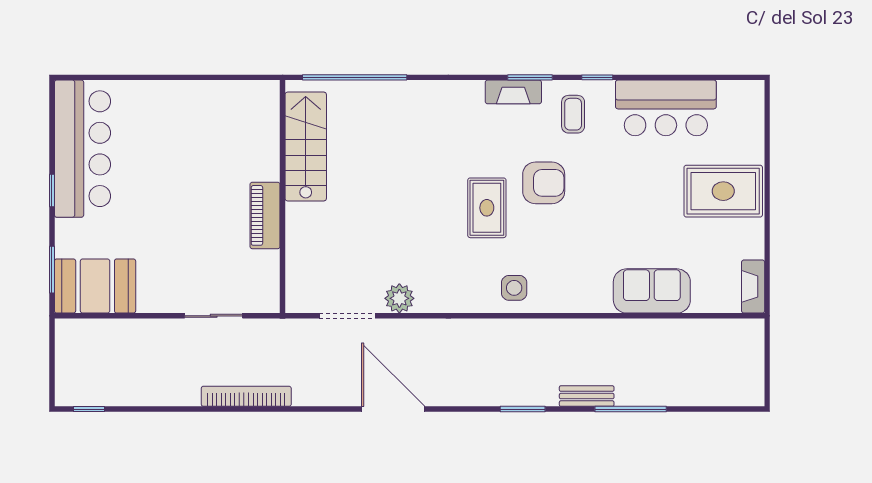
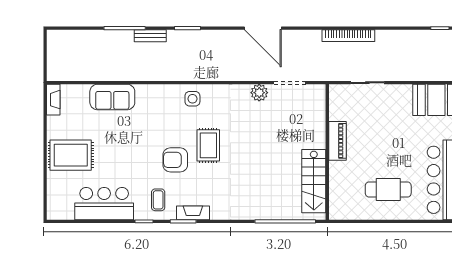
cafe table: (178, 132) -> (388, 189), added

